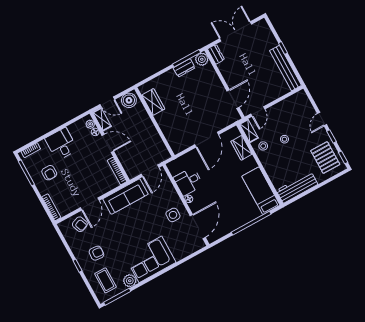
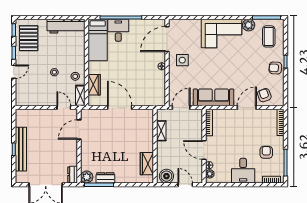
bench: (285, 68) -> (21, 149), moved
door: (258, 111) -> (64, 108), hinge flipped
shelving: (102, 119) -> (161, 131), moved
door: (207, 140) -> (120, 108), hinge flipped
desk: (188, 181) -> (118, 30), moved, turned -90
armchair: (96, 253) -> (275, 68), moved

